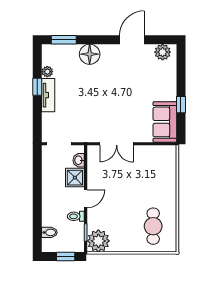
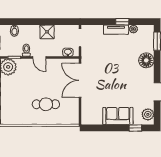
window: (181, 105) -> (135, 128), moved
sofa: (165, 122) -> (118, 116), moved
double door: (117, 144) -> (80, 80), width x1.37
shower: (75, 178) -> (47, 32), moved
cafe table: (153, 226) -> (46, 104), moved

